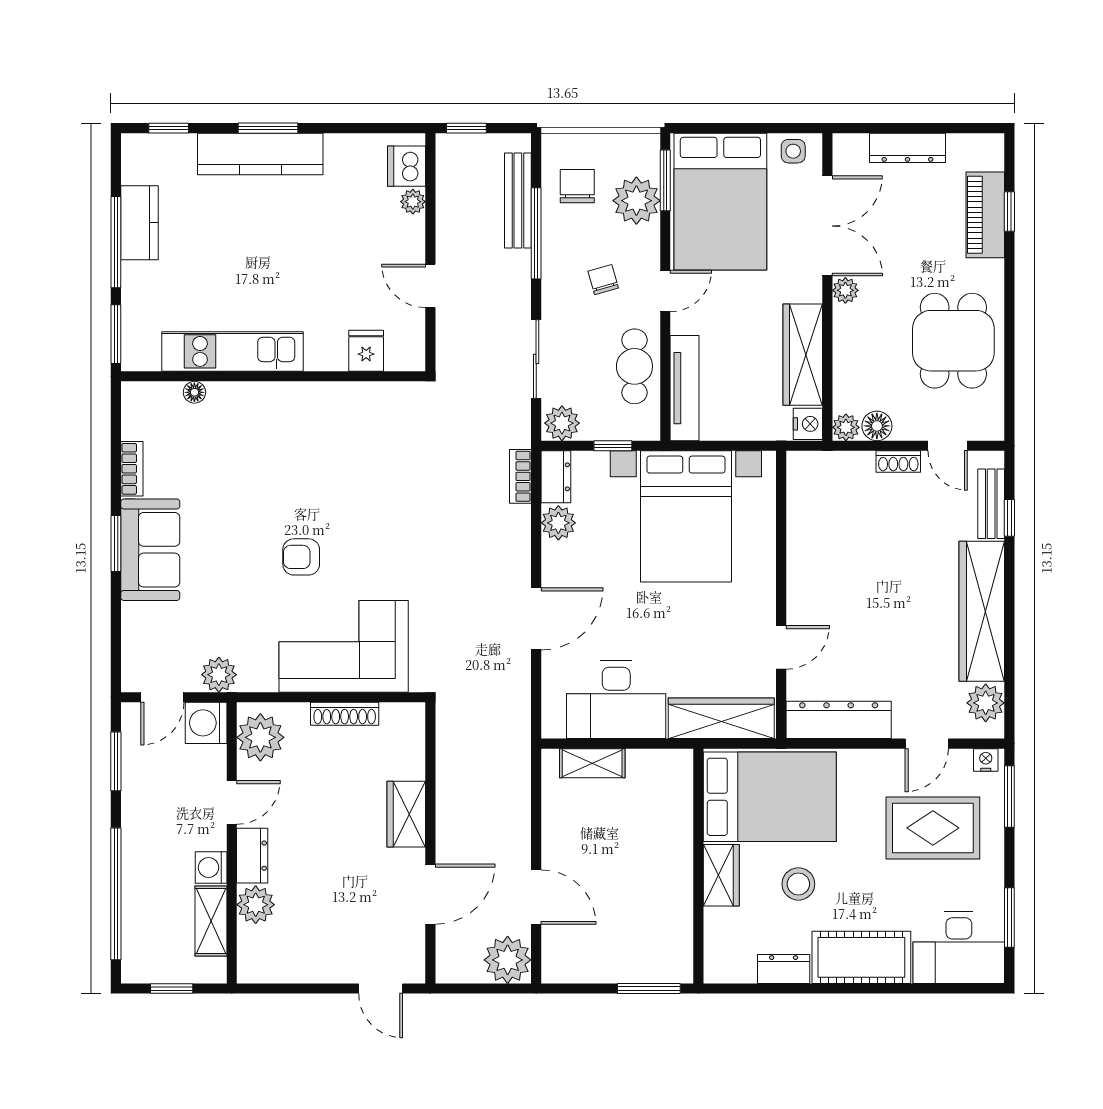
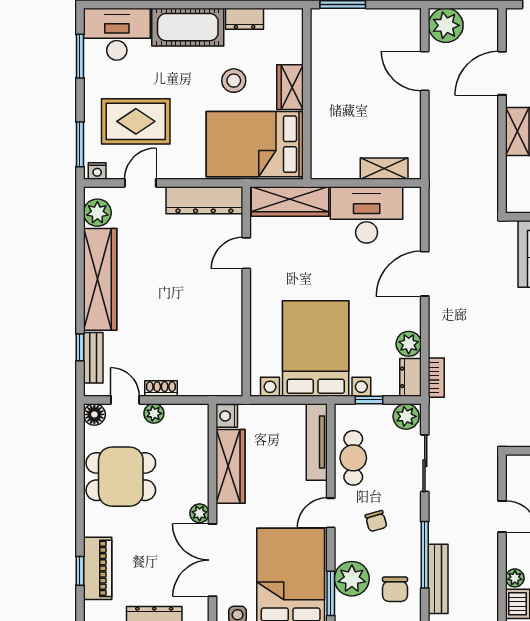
dining table: (953, 341) -> (121, 477), turned 90
floor lamp: (877, 426) -> (94, 414), moved
plant: (846, 427) -> (154, 413), moved

